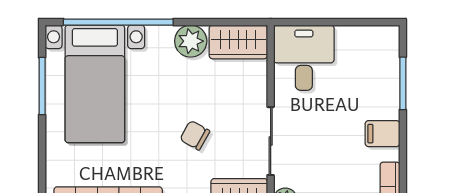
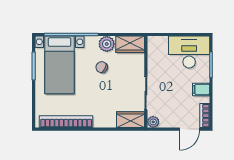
desk: (304, 58) -> (189, 52), moved, width x1.37
chair: (195, 135) -> (102, 67), moved

